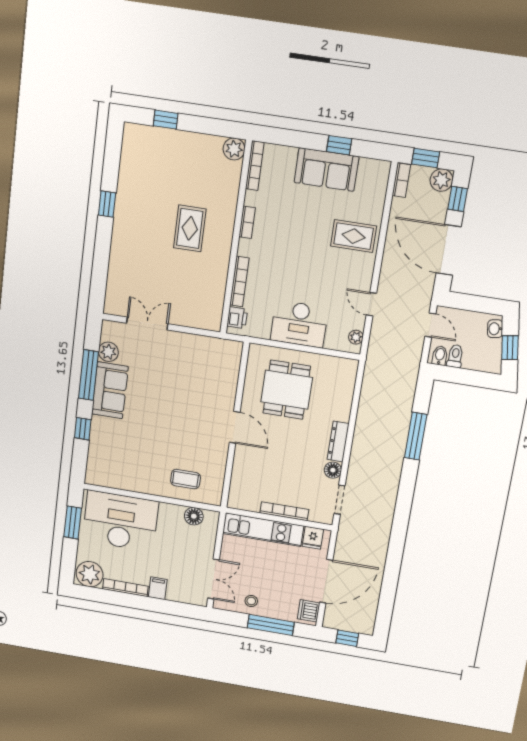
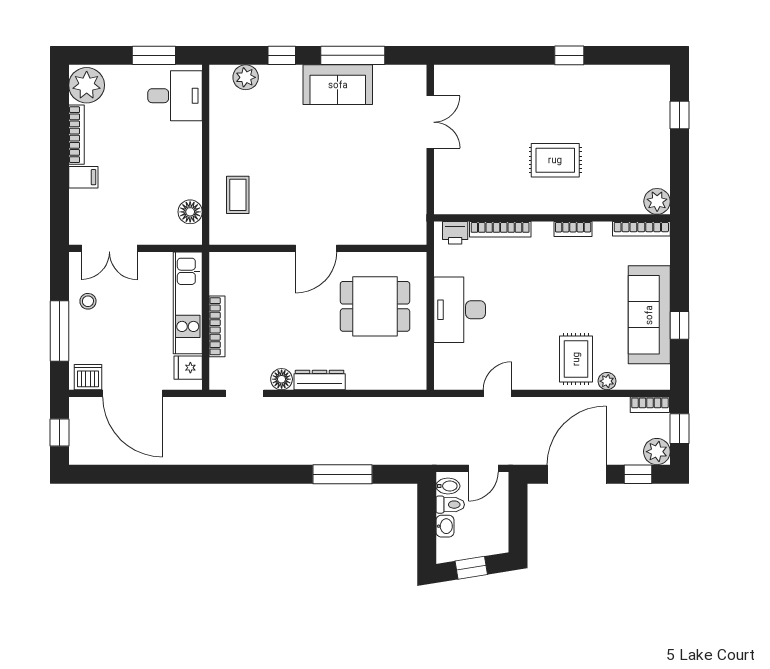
sofa: (326, 170) -> (649, 315), width x1.36
washbasin: (495, 329) -> (445, 526), moved, turned 99
plant: (356, 337) -> (607, 381), moved
plant: (108, 352) -> (246, 77), moved
desk: (120, 521) -> (175, 96), width x0.53, depth x0.77

